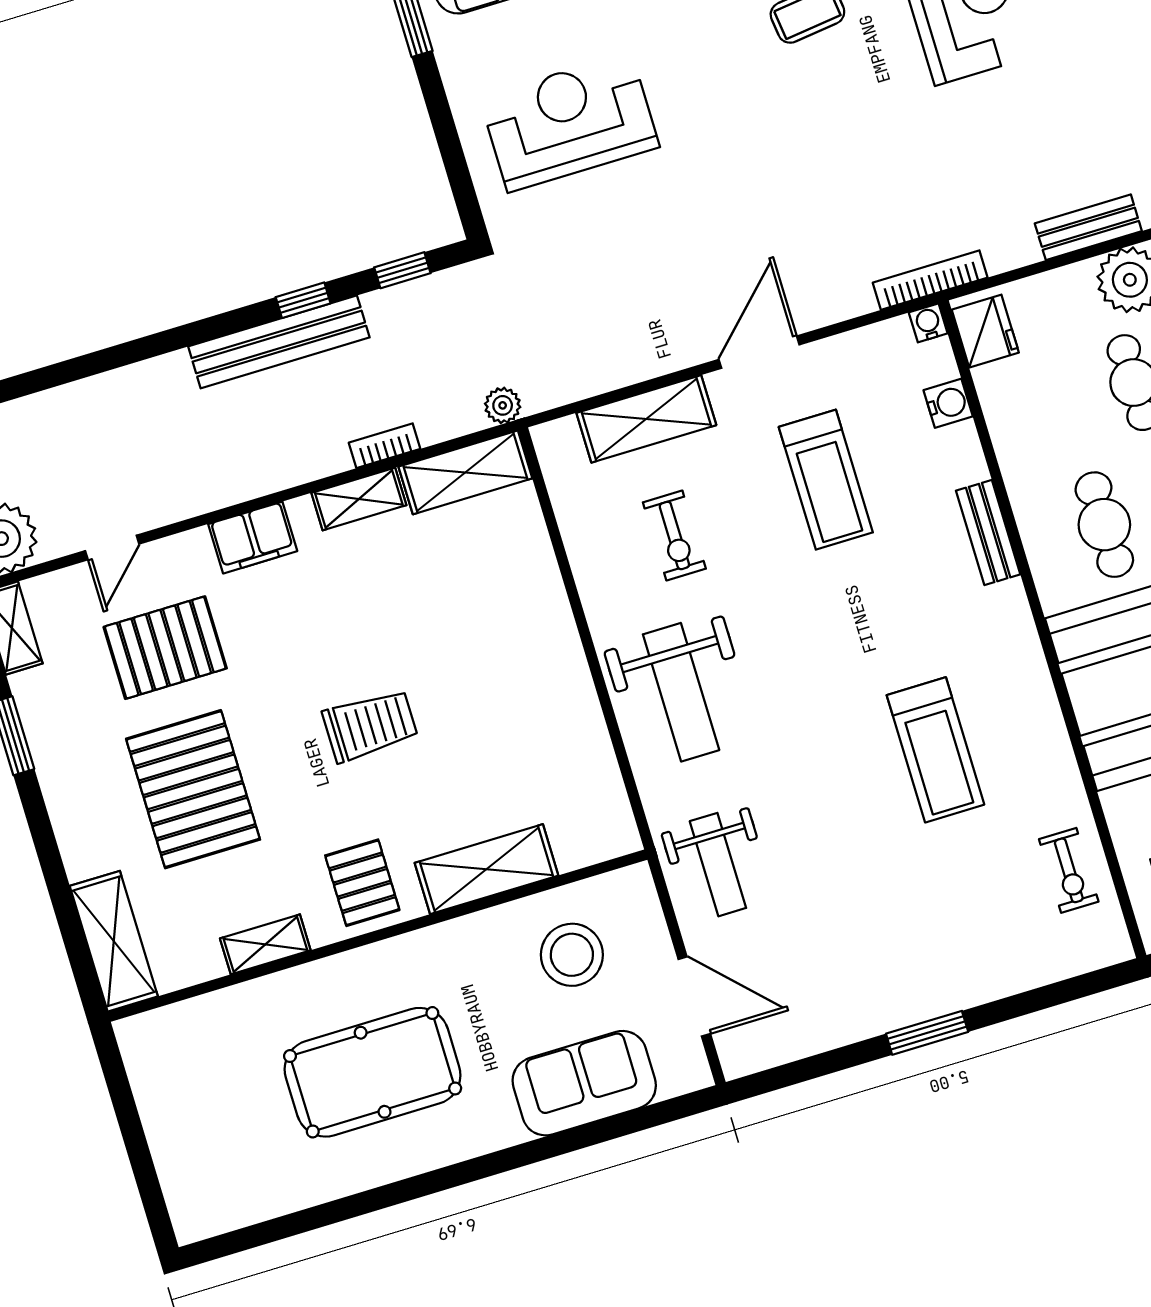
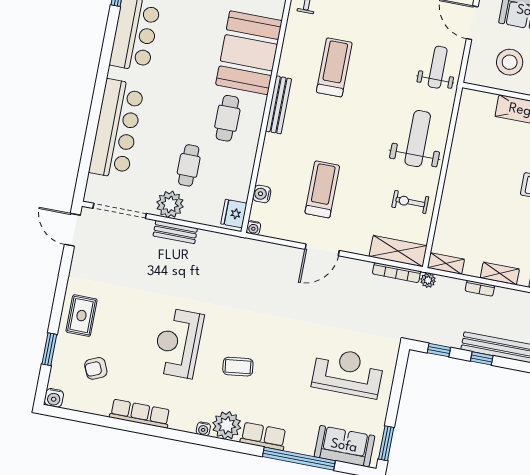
reception desk: (569, 122) -> (348, 373), turned 180
bookcase: (930, 280) -> (396, 273), moved
shelving: (646, 419) -> (398, 251), moved
shelving: (465, 472) -> (446, 263), width x0.67, depth x0.75
bench: (988, 533) -> (279, 105), moved, width x1.36
exercise bike: (674, 535) -> (410, 202), moved, turned -90

